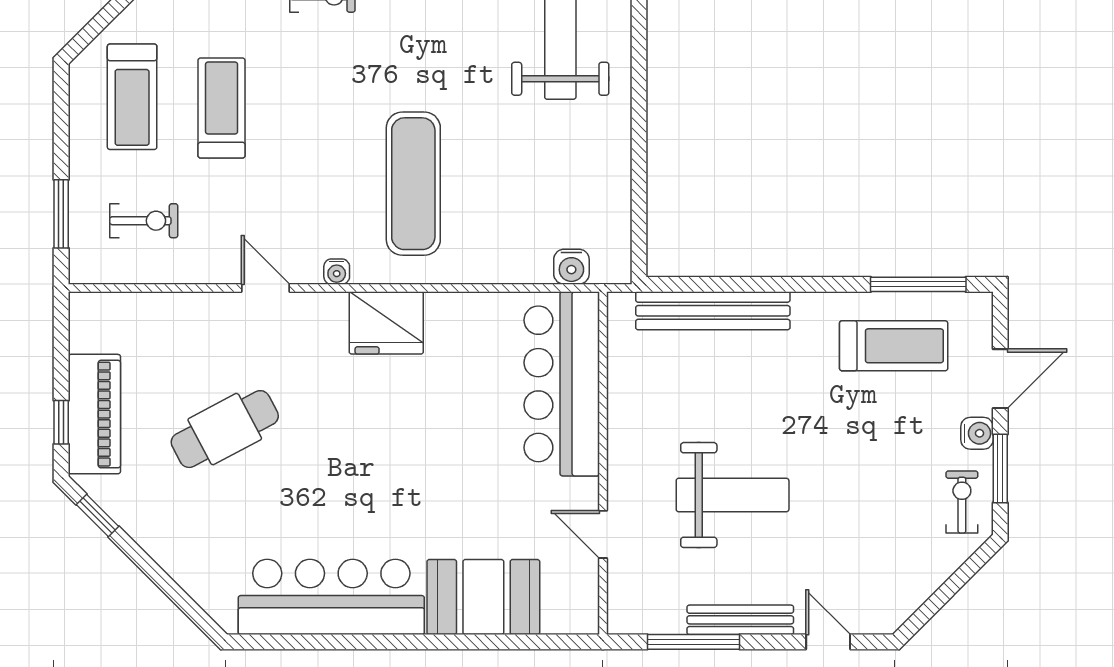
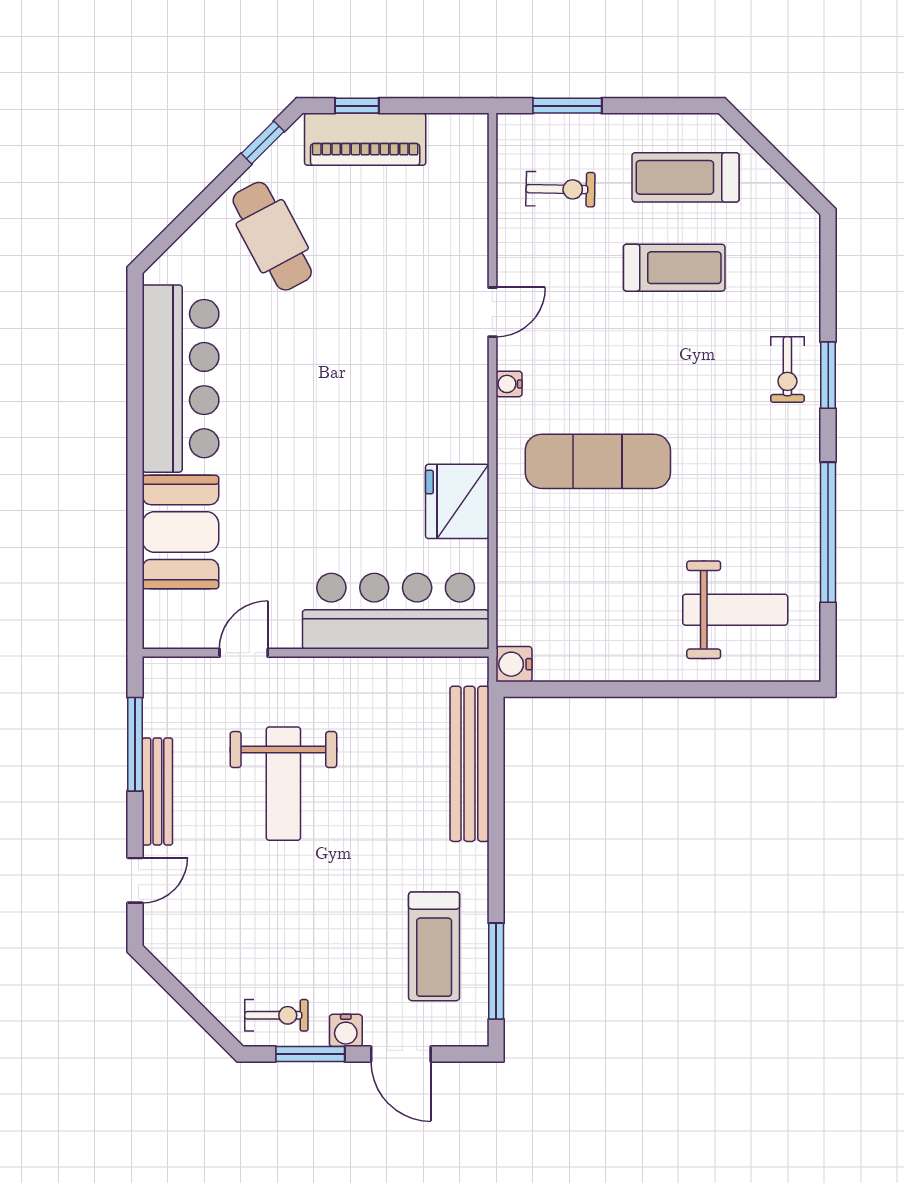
exercise bike: (144, 221) -> (560, 189), turned -89
water cooler: (571, 267) -> (514, 664), moved
fridge: (386, 323) -> (457, 501), moved
cafe table: (225, 429) -> (272, 236), moved

